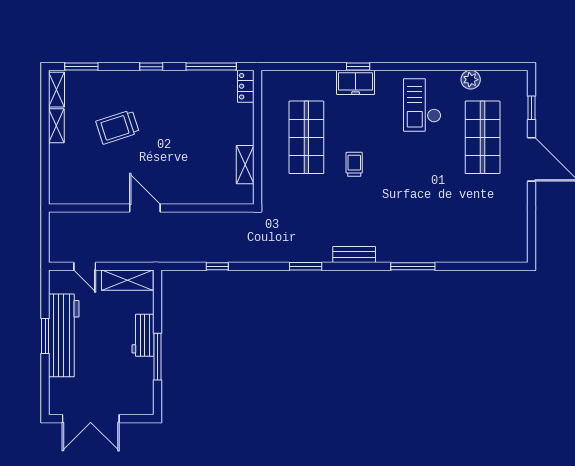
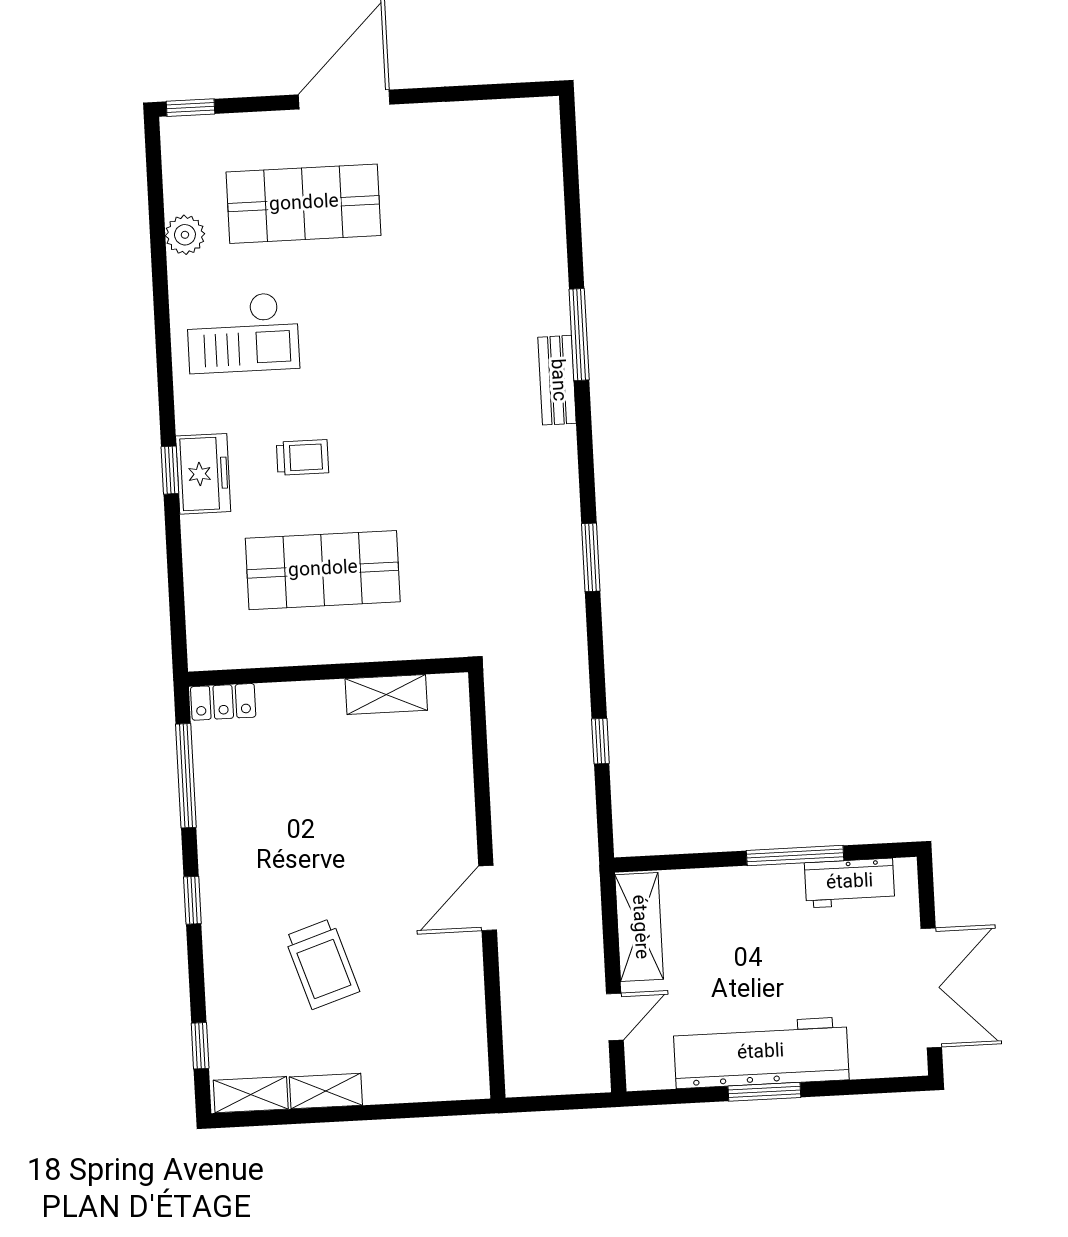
window: (81, 67) -> (200, 1046), width x0.67
window: (531, 108) -> (191, 108), moved
trolley: (354, 164) -> (302, 457), moved, turned 180
bench: (354, 254) -> (557, 380), moved
workbench: (143, 335) -> (850, 883), moved

